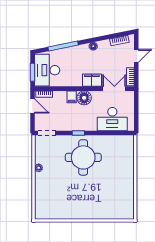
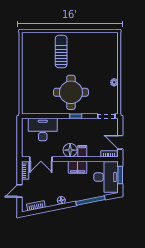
filing cabinet: (92, 80) -> (78, 167), moved
sun lounger: (93, 200) -> (61, 52), added

